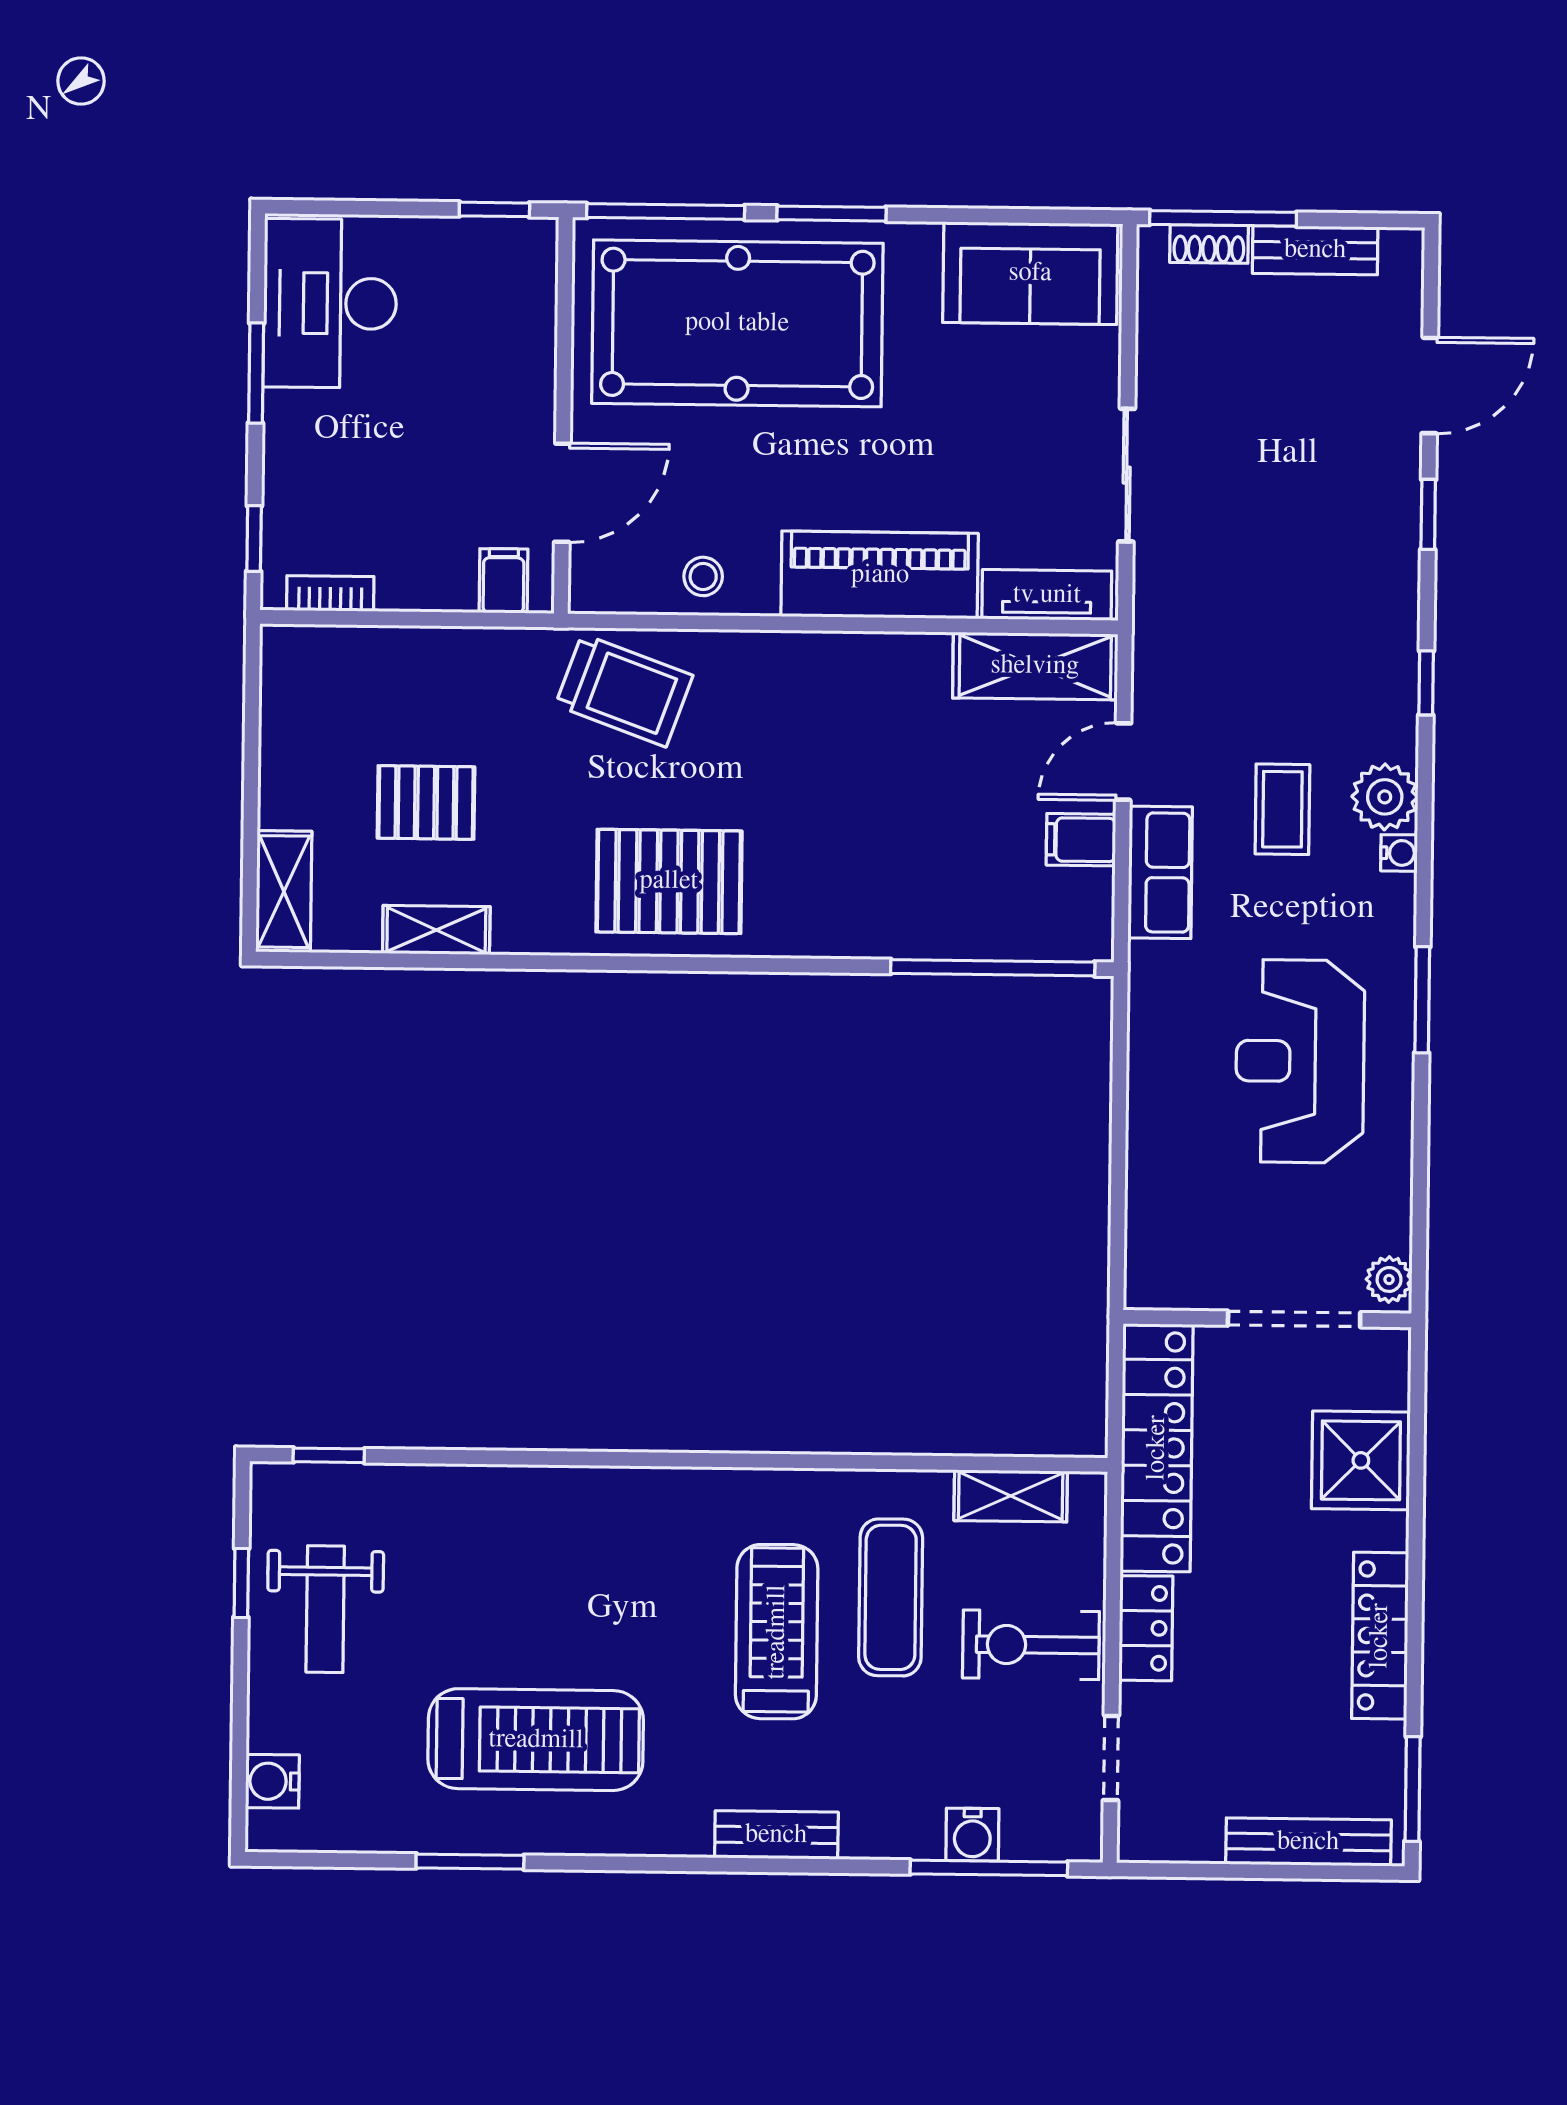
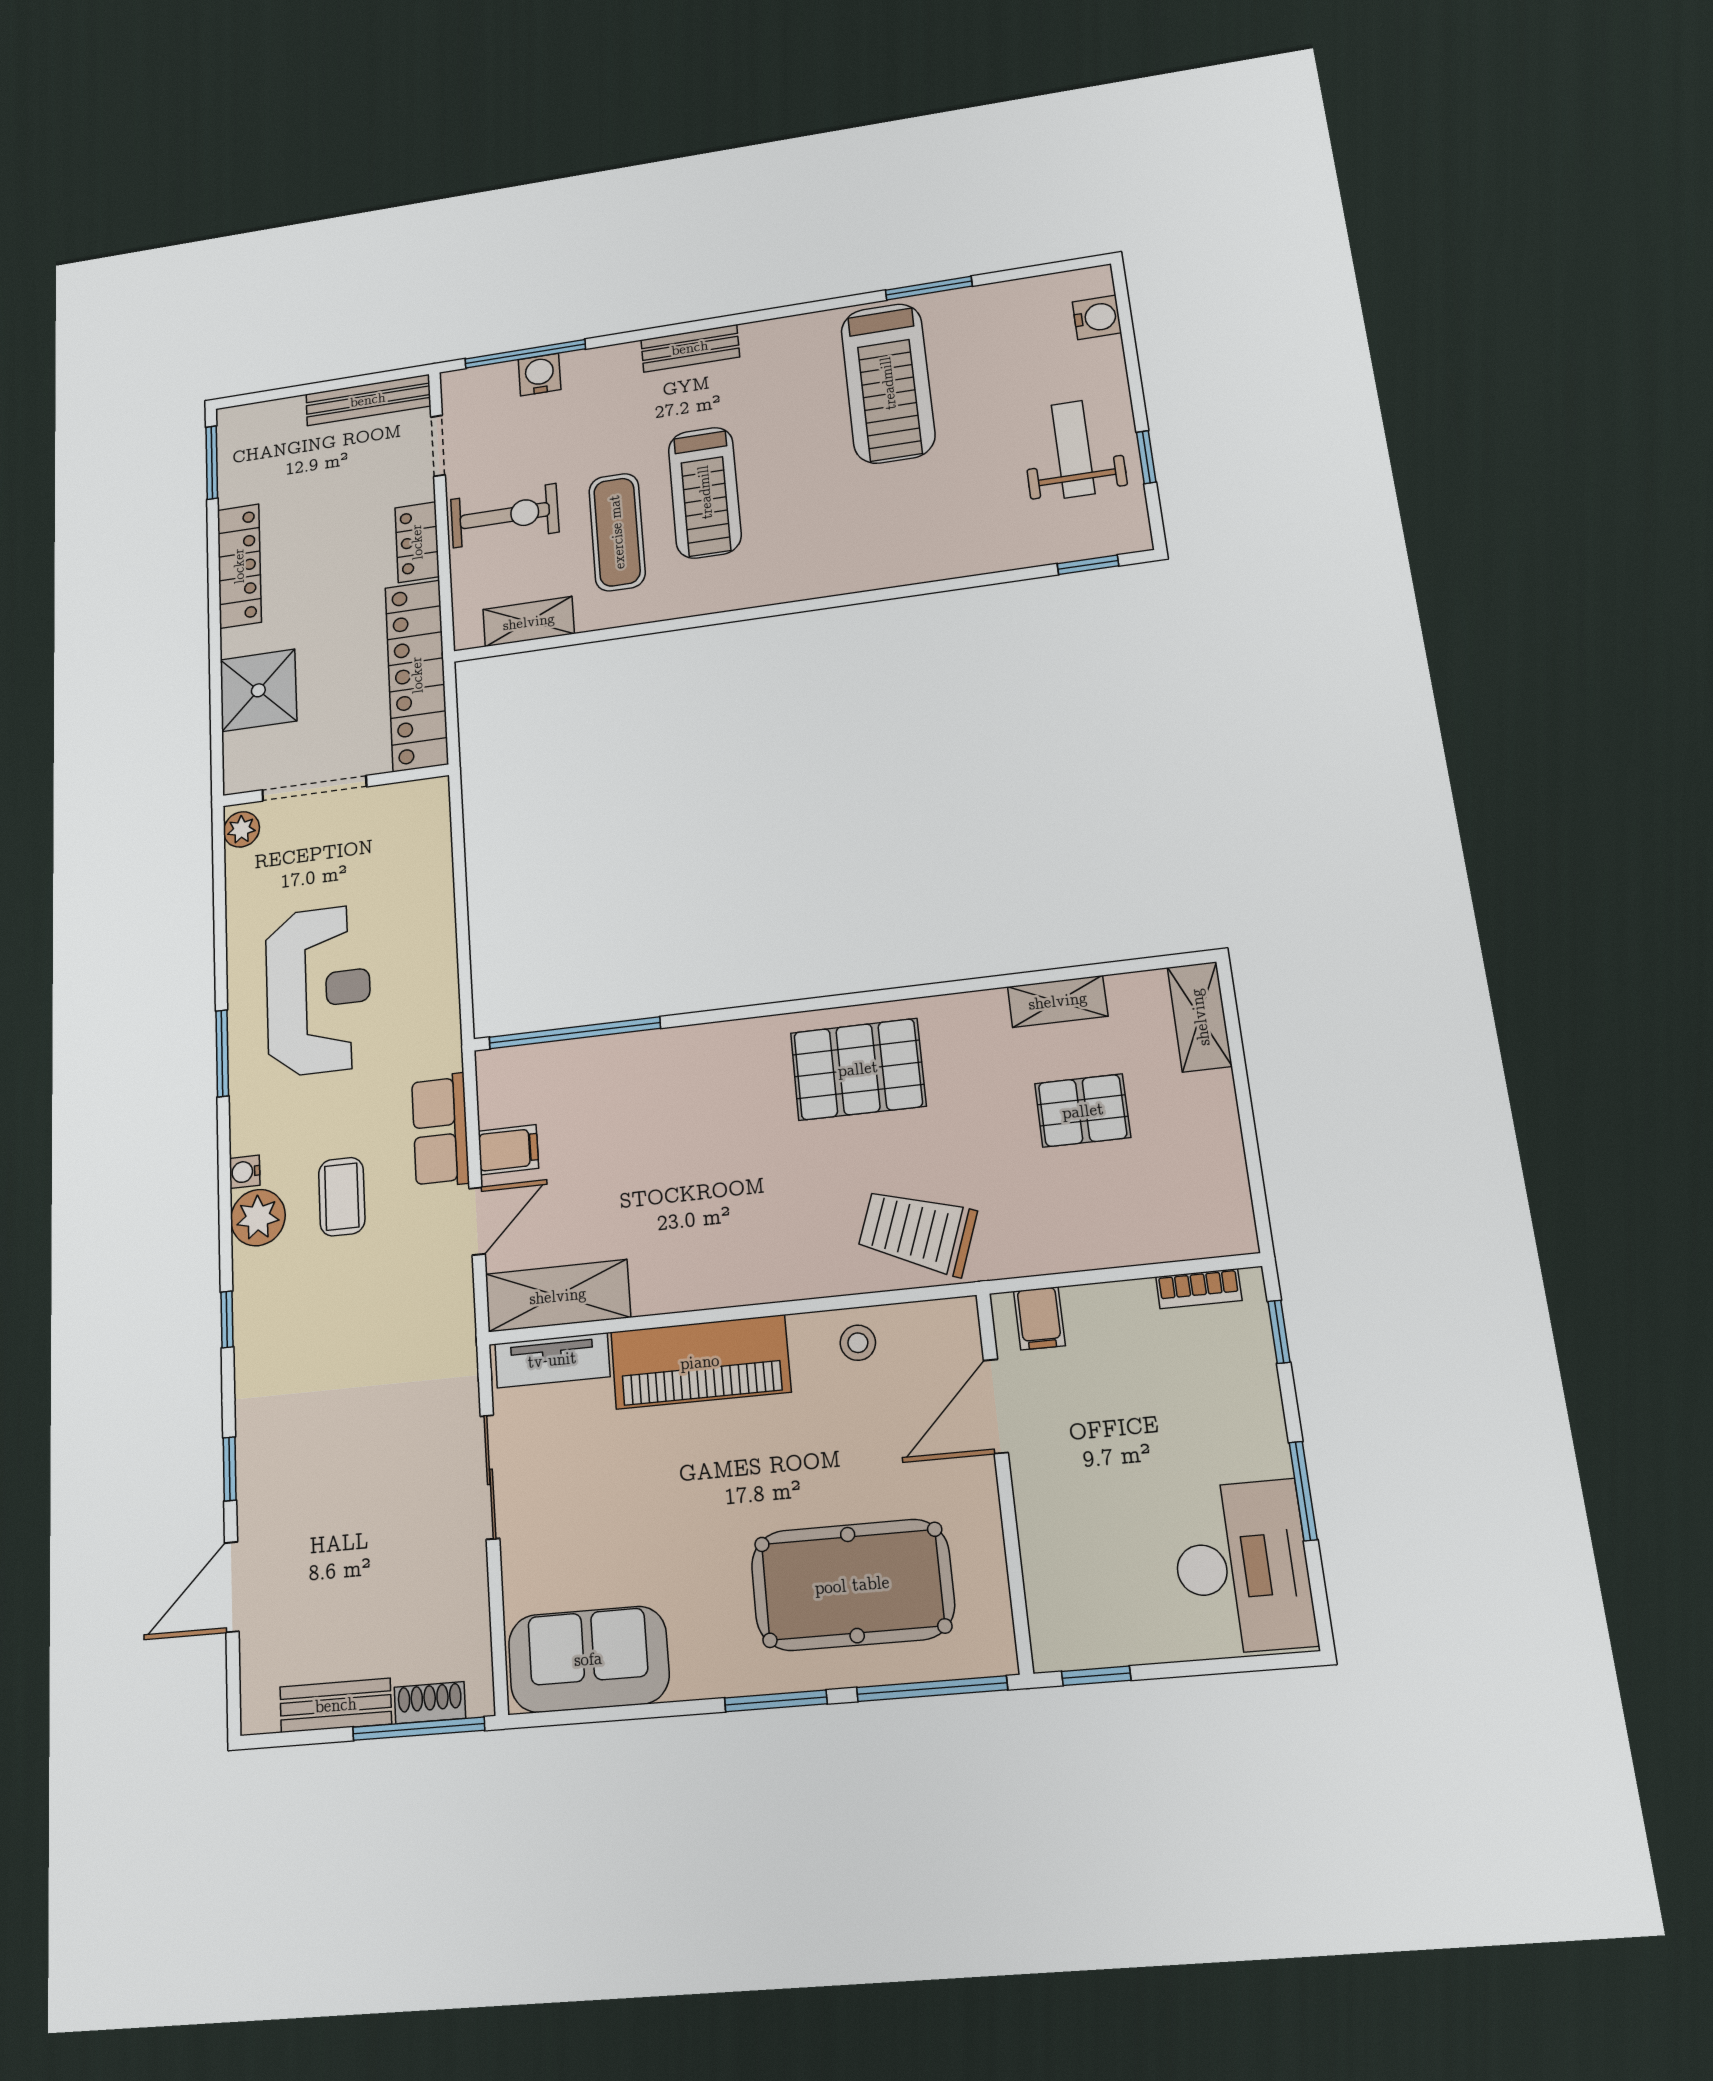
pool table: (737, 323) -> (852, 1585), width x0.73, depth x0.76
treadmill: (536, 1740) -> (888, 383), turned -90
bench: (1308, 1842) -> (368, 400), moved

